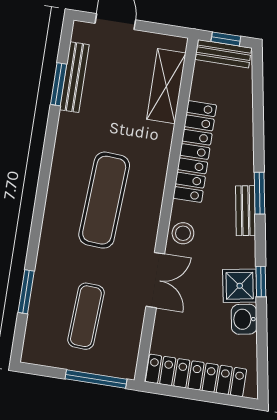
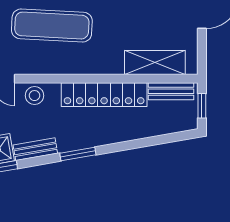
bench: (223, 54) -> (171, 91), moved, turned 90
bench: (245, 211) -> (35, 149), moved

